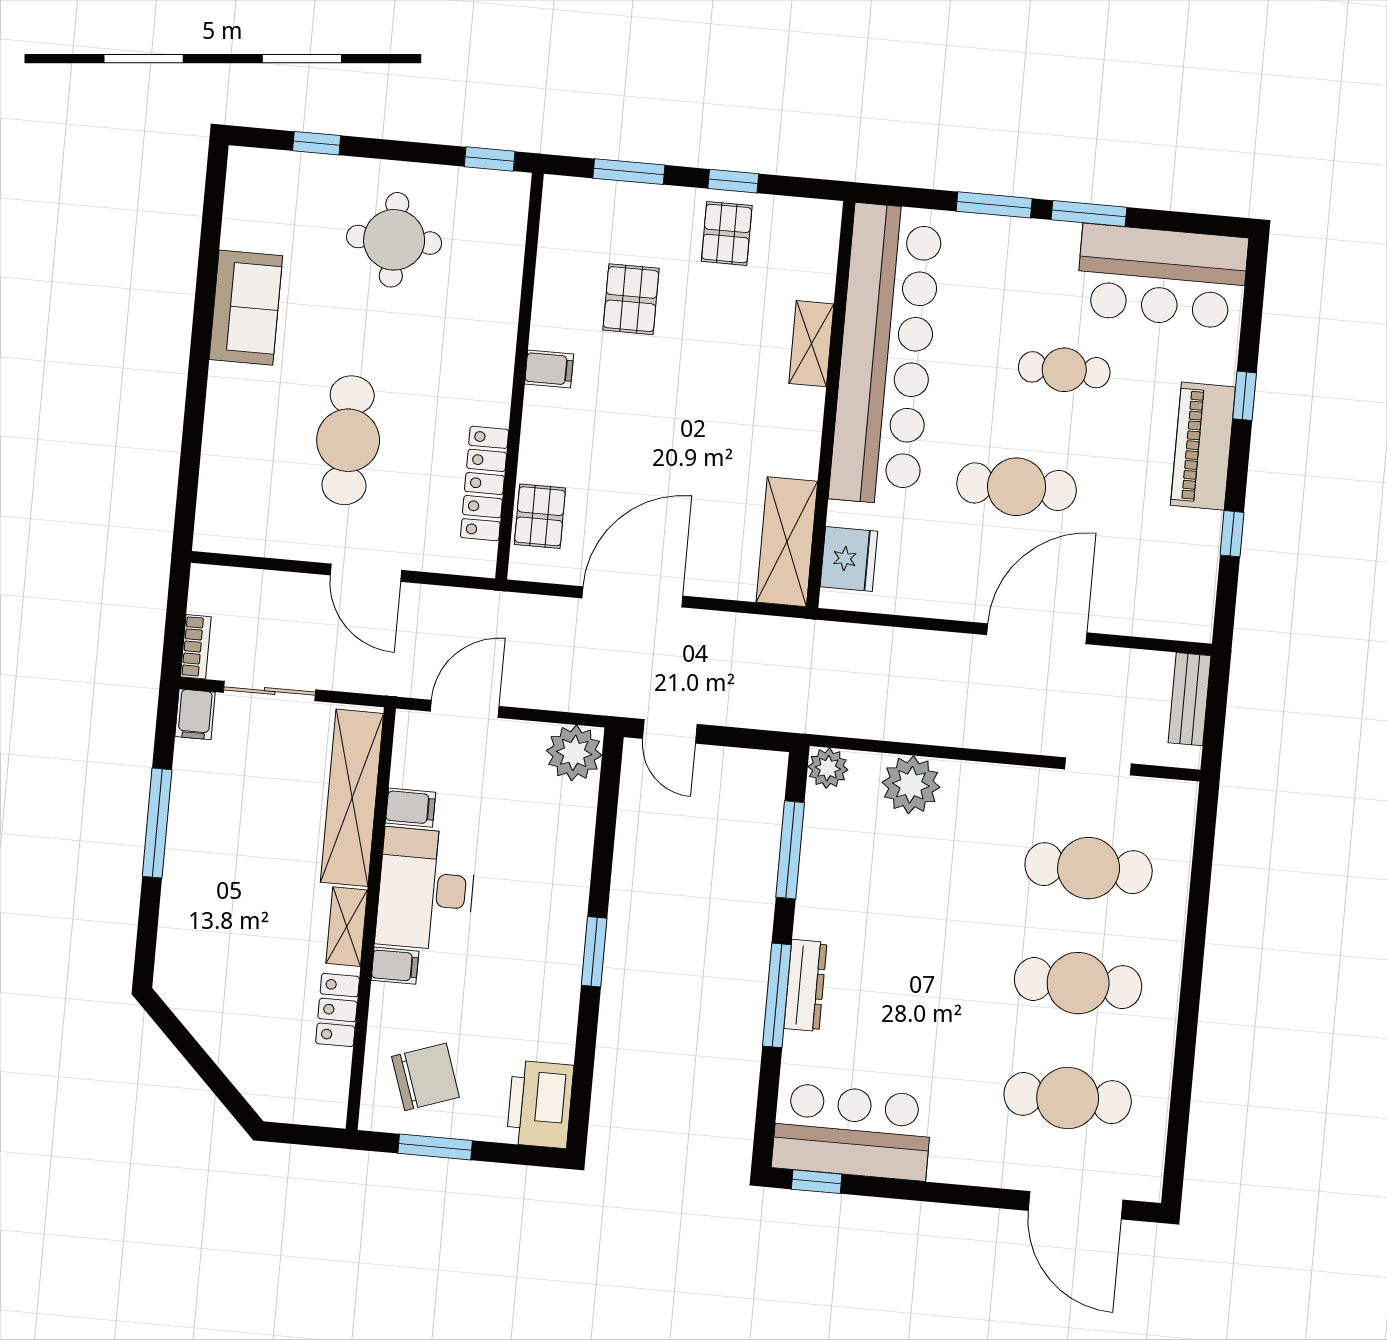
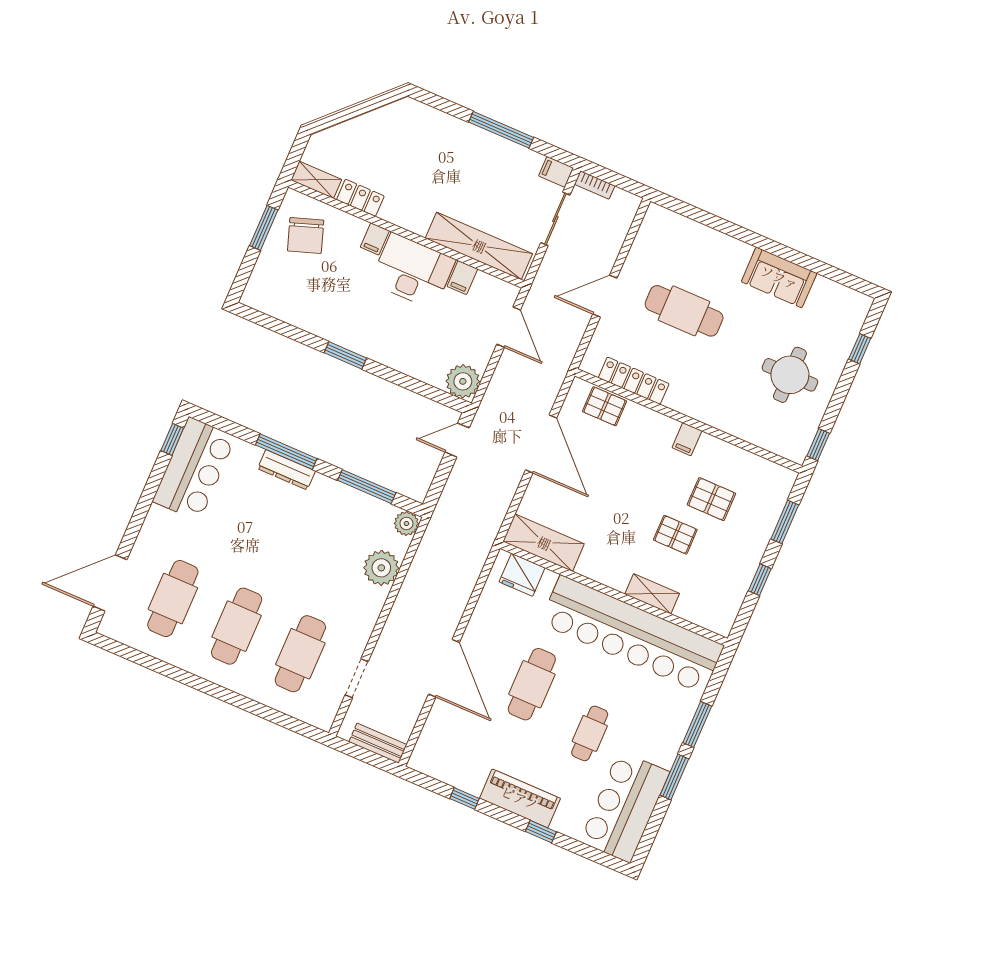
pallet: (727, 233) -> (675, 535), moved
shelving: (347, 927) -> (316, 180), moved
printer: (540, 1104) -> (268, 296), removed

